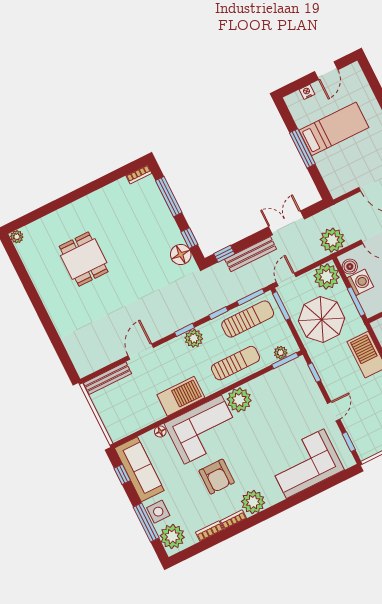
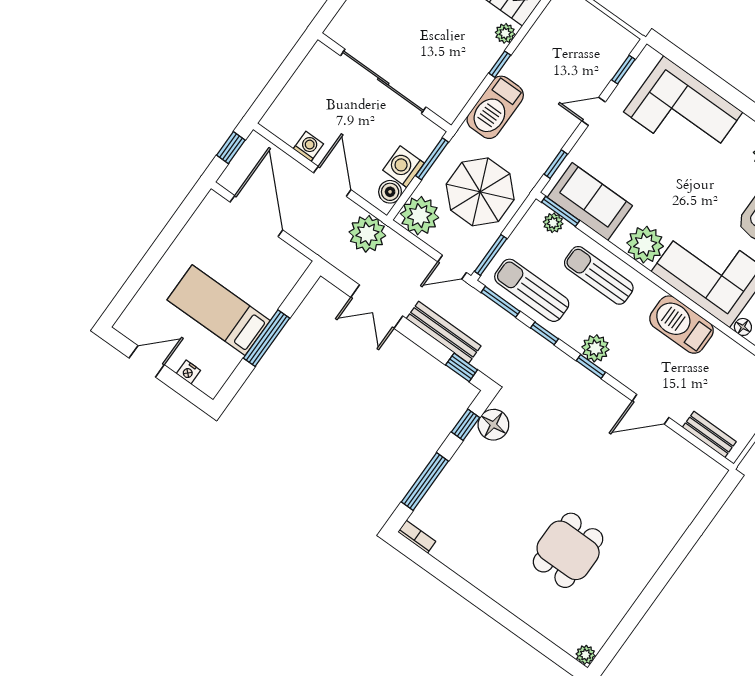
bench: (108, 378) -> (709, 435), width x0.73
sofa: (282, 381) -> (590, 201), added

